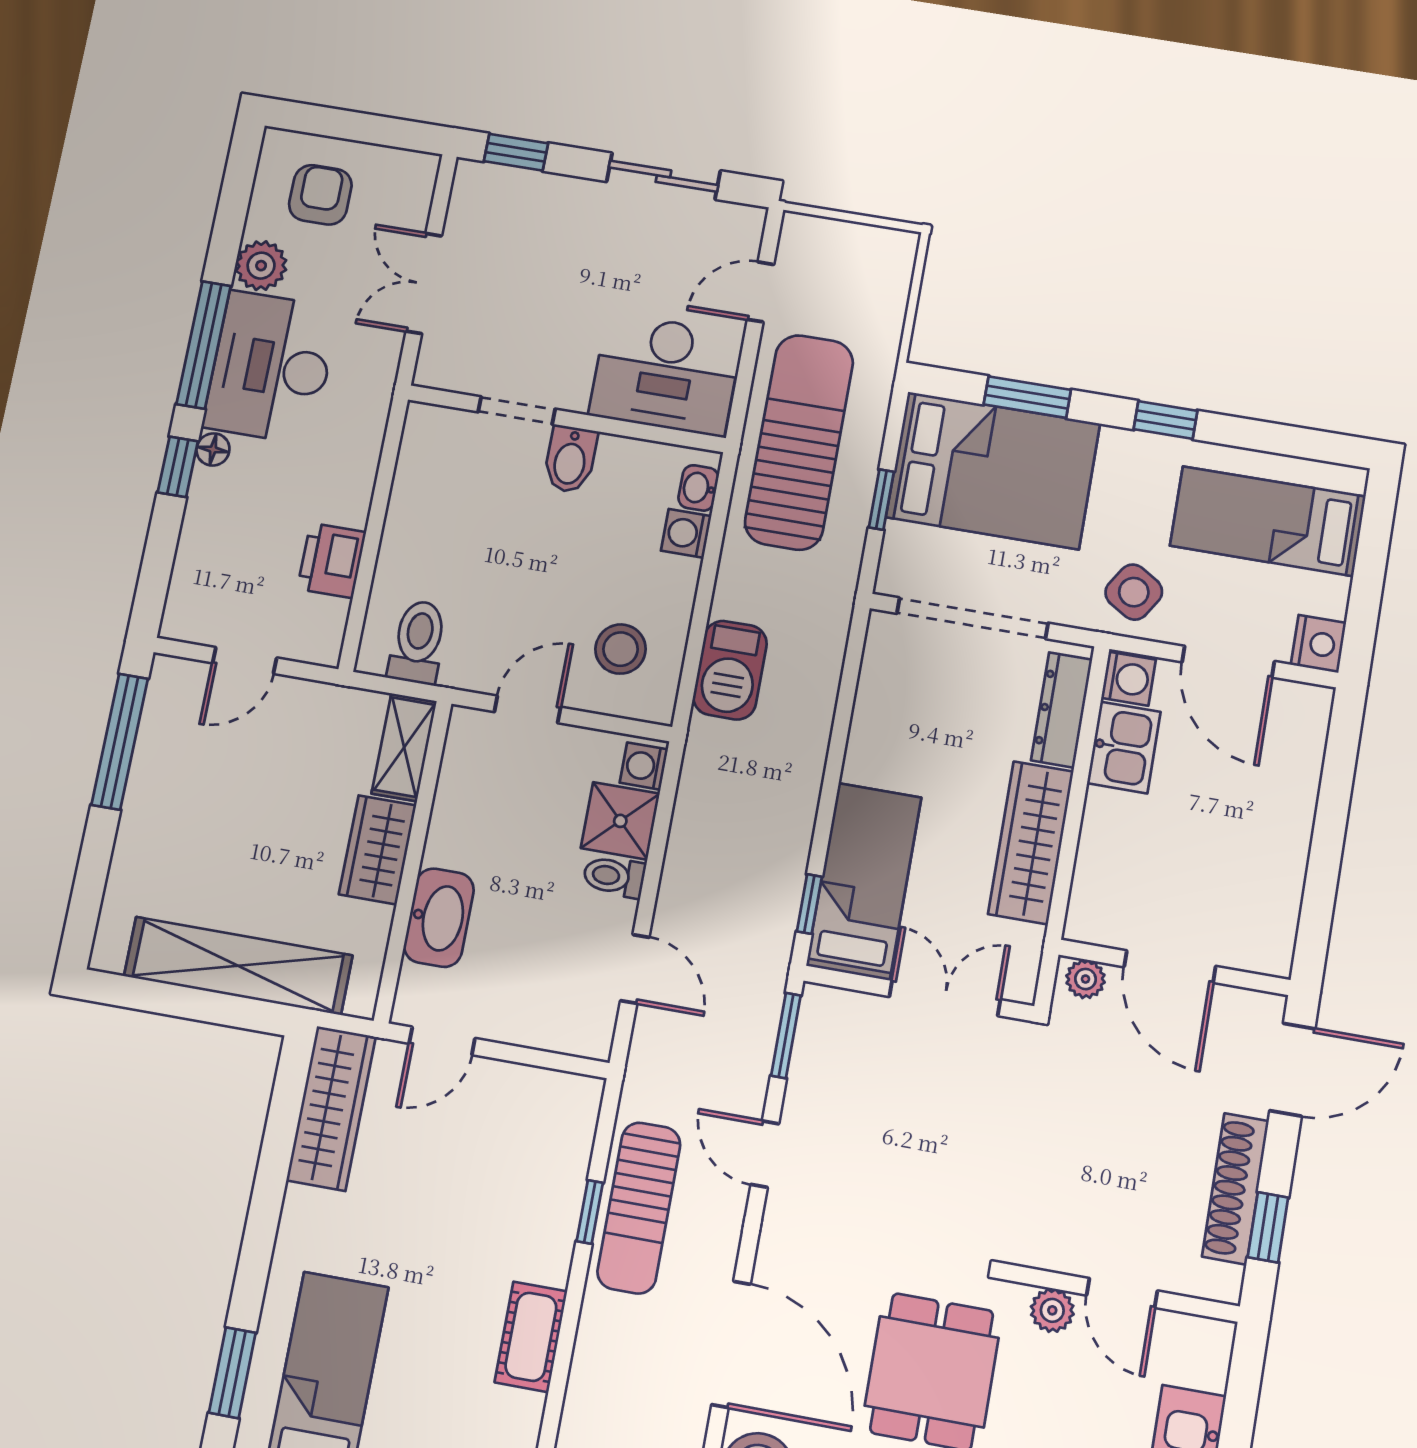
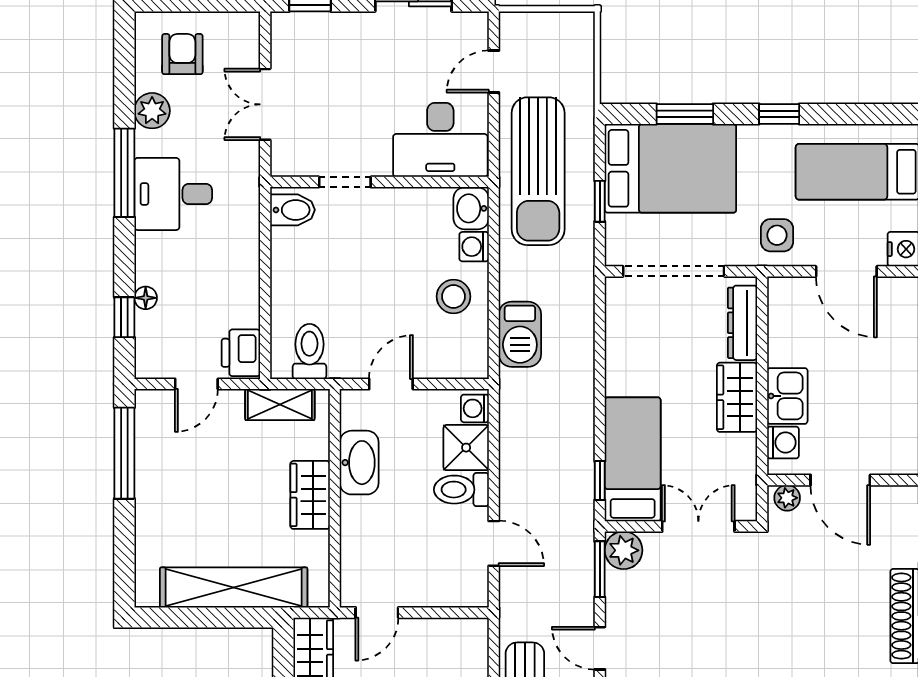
desk: (271, 367) -> (173, 194), width x0.73
sun lounger: (799, 442) -> (538, 171), turned 180
floor lamp: (213, 449) -> (146, 298), moved
bidet: (570, 459) -> (293, 210), moved, turned -90
window: (178, 467) -> (124, 317), moved
washbasin: (698, 488) -> (471, 208), width x1.38, depth x1.45
printer: (332, 560) -> (241, 353), moved
side table: (1134, 592) -> (777, 235), turned -32
stool: (621, 649) -> (454, 296), moved
washing machine: (1129, 679) -> (783, 442), moved
shelving: (404, 747) -> (280, 405), moved, turned 90
kitchen sink: (1124, 747) -> (787, 396), moved
wardrobe: (1031, 843) -> (737, 397), width x0.67
toilet: (614, 876) -> (461, 490), width x1.37, depth x1.39
washbasin: (439, 918) -> (359, 463), moved
plant: (827, 1014) -> (624, 550), added

